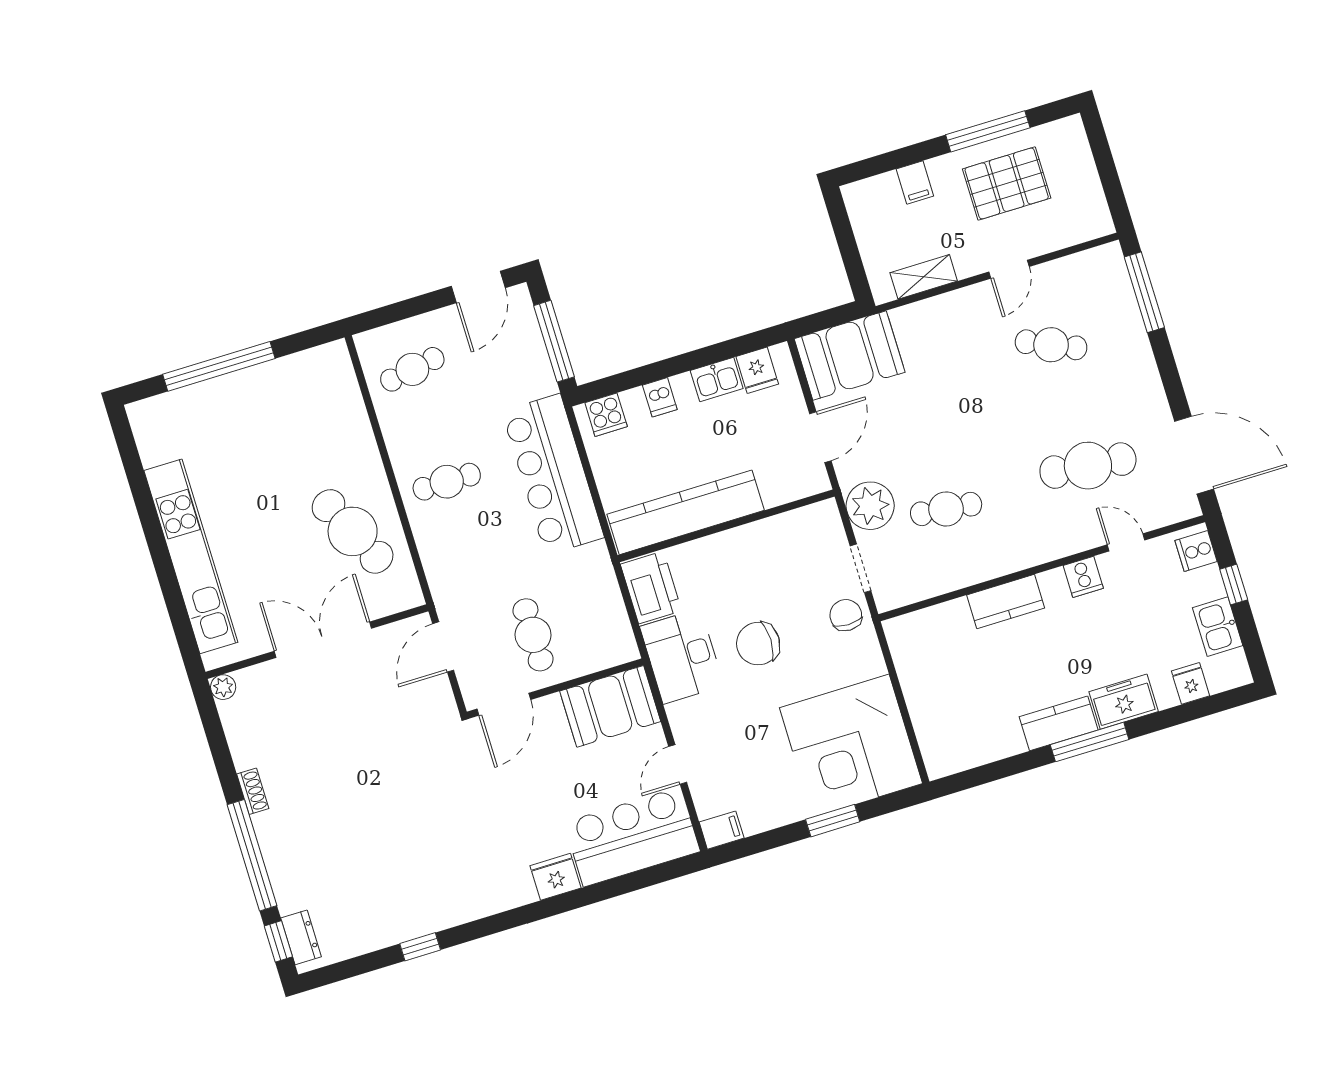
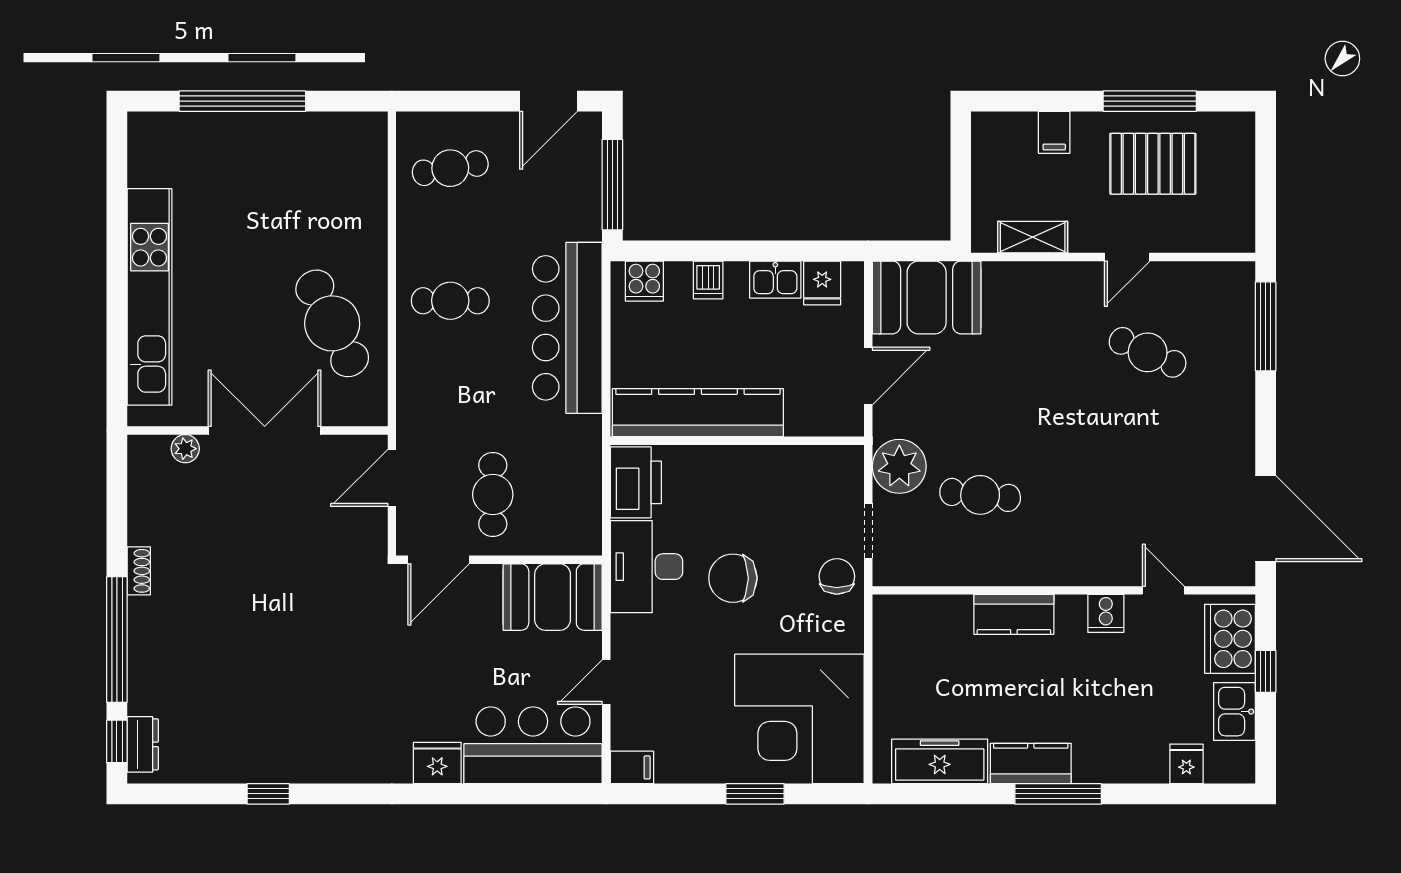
cafe table: (1088, 466) -> (1148, 495), removed
cooker: (1196, 551) -> (1230, 639), width x1.87, depth x1.31
plant: (223, 687) -> (185, 449), moved
freezer: (1124, 702) -> (940, 761), moved, width x1.40

